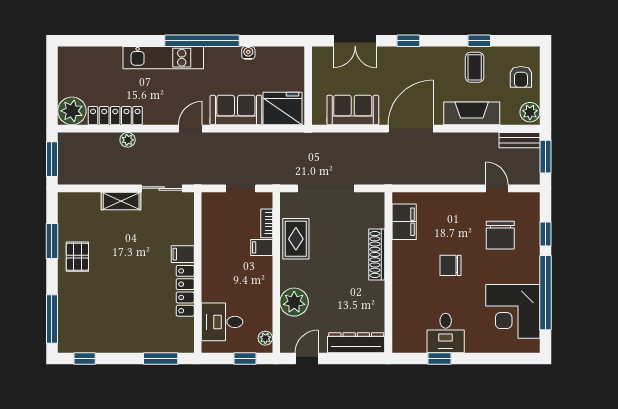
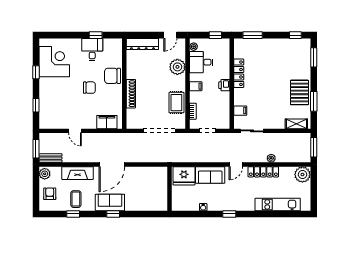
window: (202, 41) -> (229, 214), width x0.32
double door: (355, 41) -> (143, 214), removed
kitchen unit: (163, 58) -> (278, 204), moved
sofa: (353, 110) -> (110, 202), moved, turned 180
locker: (115, 116) -> (263, 172), moved
door: (497, 188) -> (75, 131), moved
shelving: (121, 201) -> (296, 124), moved
filing cabinet: (404, 222) -> (107, 122), moved, turned 90
chair: (500, 235) -> (112, 76), moved, turned -90
filing cabinet: (262, 247) -> (196, 86), moved
filing cabinet: (183, 254) -> (240, 111), moved
pallet: (77, 257) -> (299, 92), width x1.50, depth x1.42
printer: (211, 270) -> (224, 85), added
window: (545, 293) -> (36, 72), width x0.32
window: (52, 319) -> (314, 57), width x0.69
desk: (222, 322) -> (201, 62), moved, turned 180
window: (245, 359) -> (215, 35), moved

